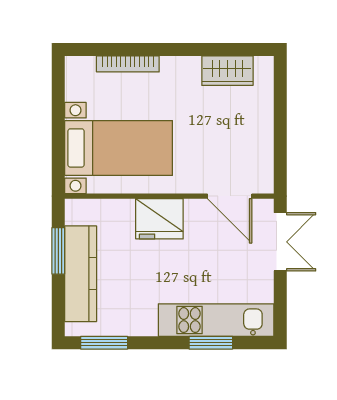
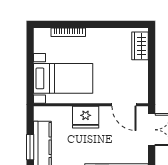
wardrobe: (227, 71) -> (140, 46), moved, turned 90
window: (58, 251) -> (30, 147), moved

